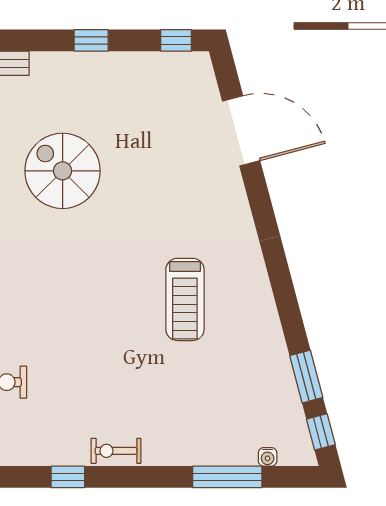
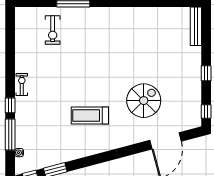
spiral stairs: (63, 171) -> (144, 101), moved
window: (68, 477) -> (10, 105), moved

